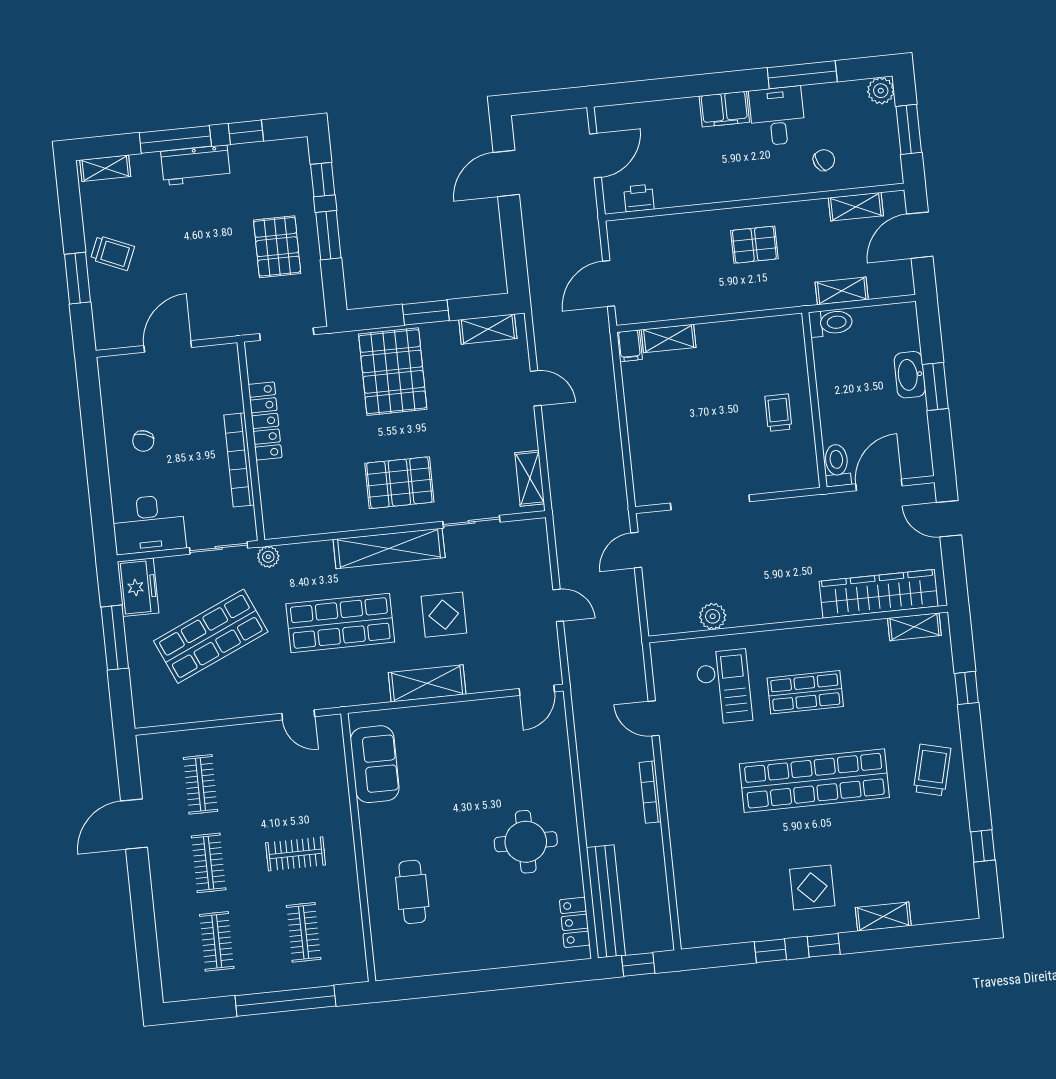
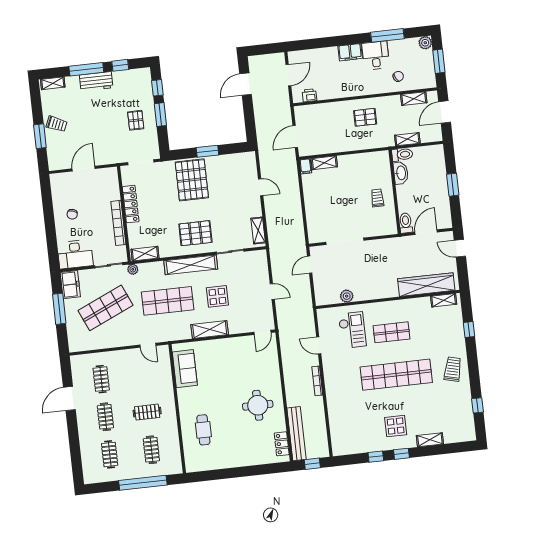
pallet: (277, 247) -> (136, 120), width x0.67, depth x0.71
shelving: (488, 329) -> (145, 254), moved
washbasin: (910, 375) -> (401, 173), moved, turned 180

